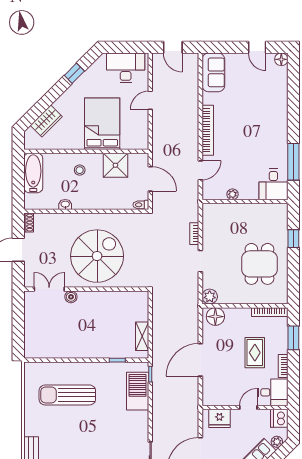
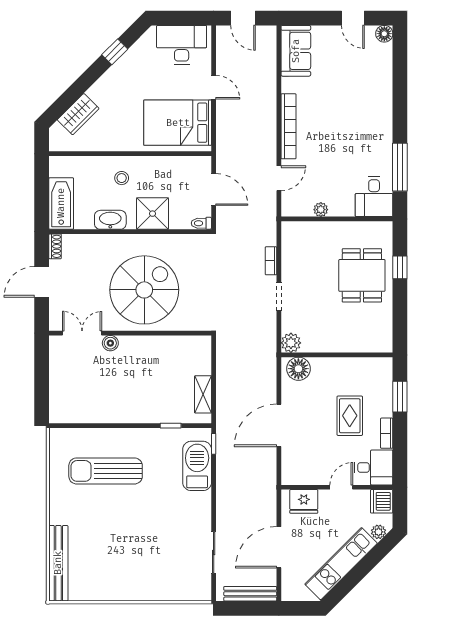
door: (150, 100) -> (214, 87), swing flipped
bed: (102, 124) -> (178, 123), moved, turned -90
shower: (115, 165) -> (152, 214), moved
bathtub: (33, 173) -> (61, 203), moved
washbasin: (65, 204) -> (110, 220), width x1.91, depth x1.45
dining table: (259, 264) -> (362, 275), moved
bookcase: (269, 312) -> (369, 363), removed

